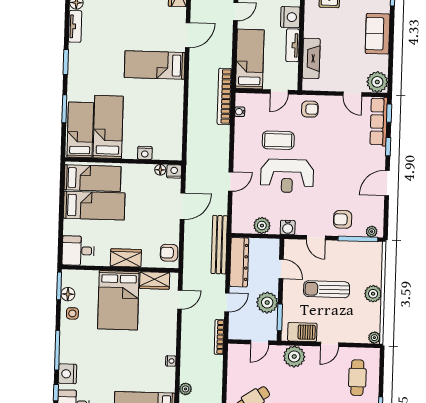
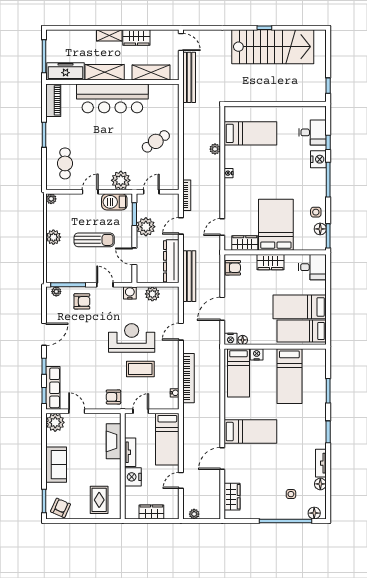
bookcase: (224, 96) -> (188, 378), moved
bed: (80, 130) -> (238, 373), moved

